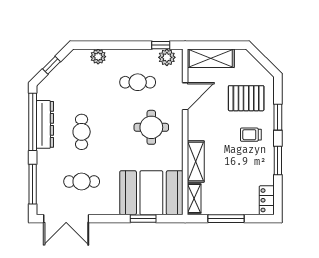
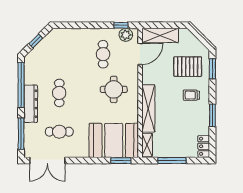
plant: (98, 57) -> (72, 34), removed
cafe table: (138, 82) -> (103, 54), turned 90
door: (185, 96) -> (140, 54), moved
window: (278, 117) -> (212, 69), moved
dresser: (45, 124) -> (31, 104), moved
shelving: (196, 161) -> (148, 108), width x1.47
window: (143, 219) -> (121, 161), moved

